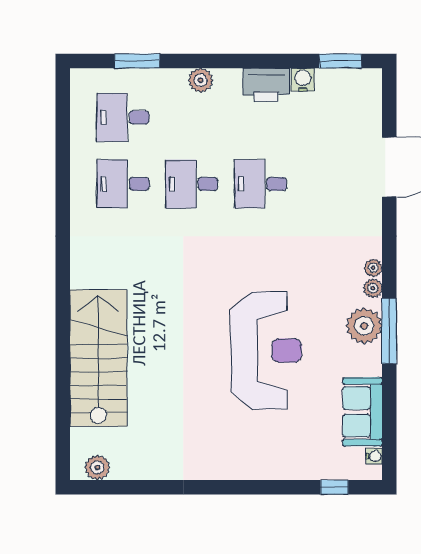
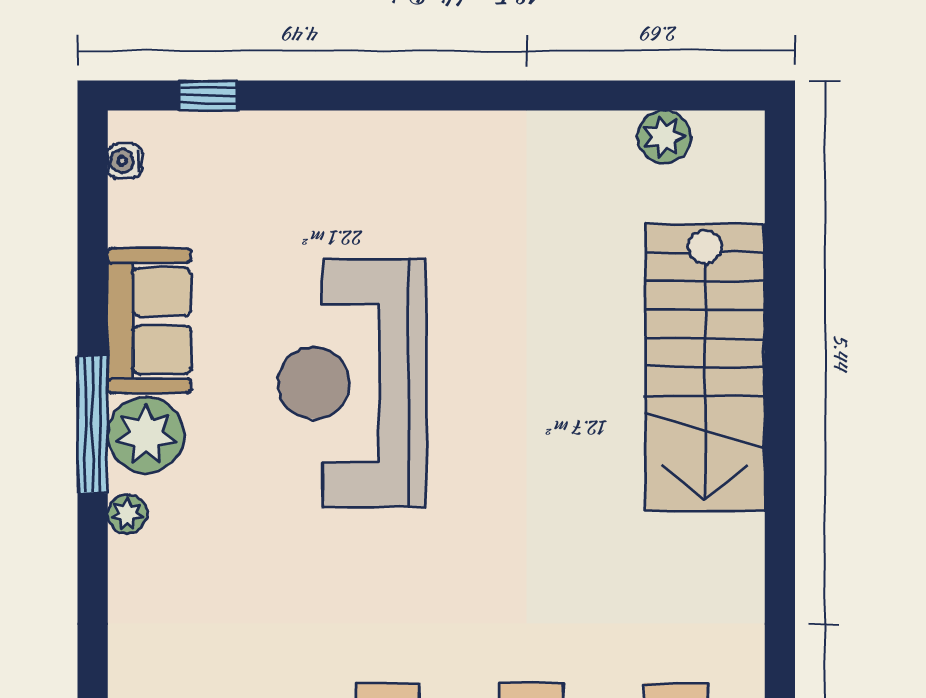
plant: (373, 268) -> (127, 557), removed
sofa: (362, 412) -> (149, 321), moved
plant: (97, 467) -> (664, 137), moved

